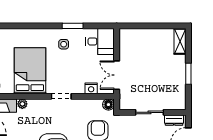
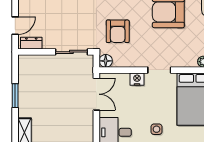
nightstand: (91, 88) -> (137, 79), moved
sliding door: (149, 112) -> (71, 52), moved

